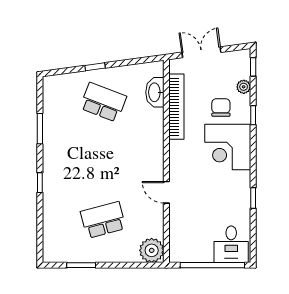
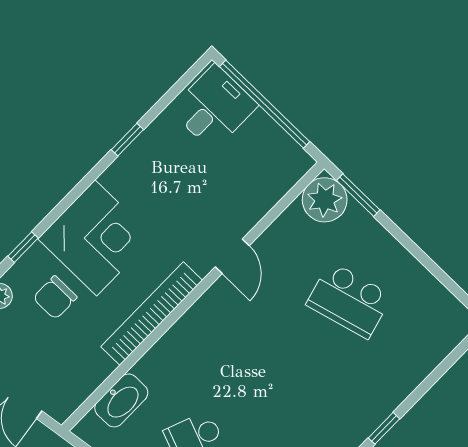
bookcase: (176, 107) -> (152, 313), moved
window: (81, 265) -> (358, 195), moved

